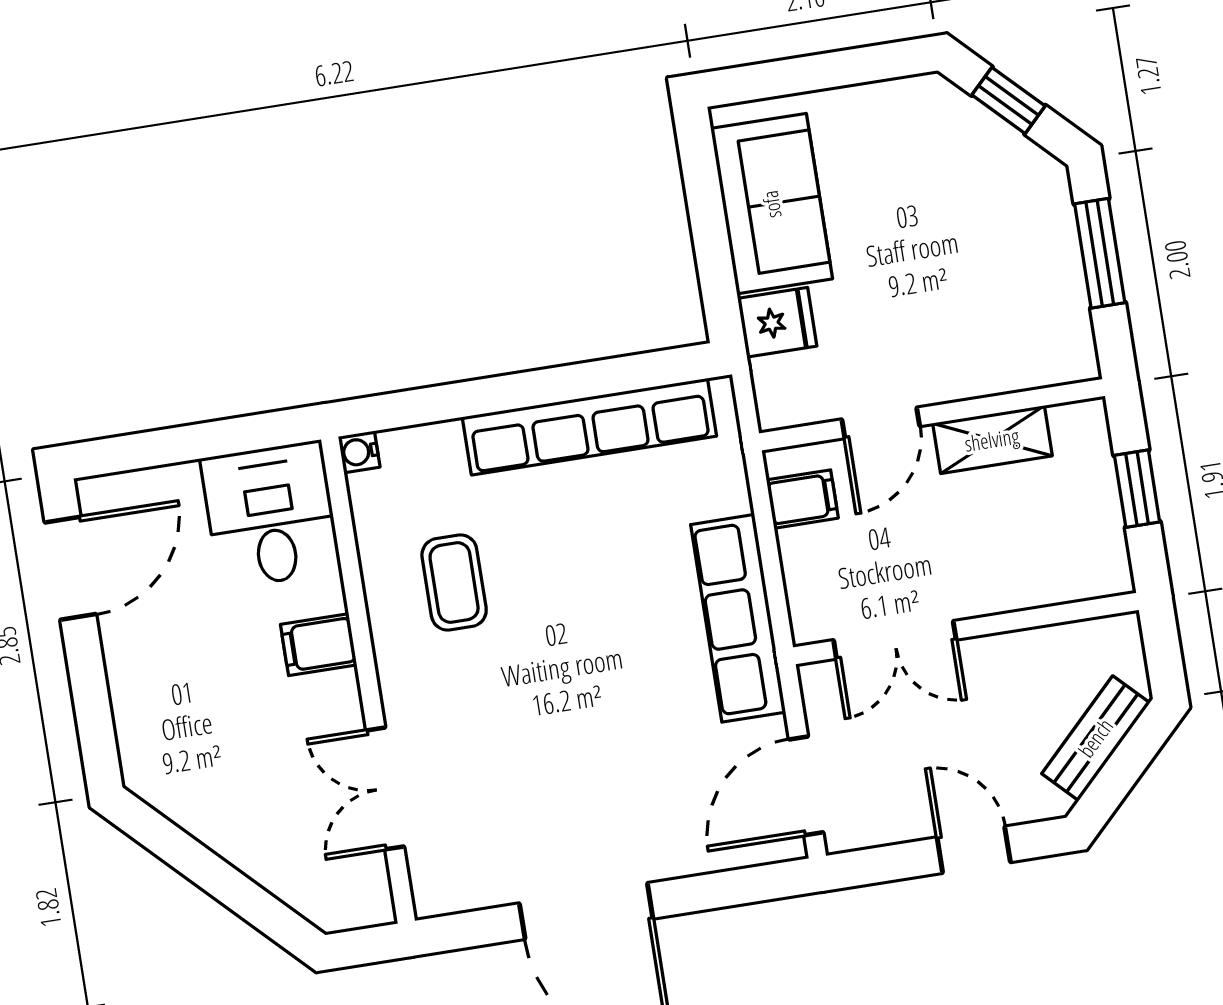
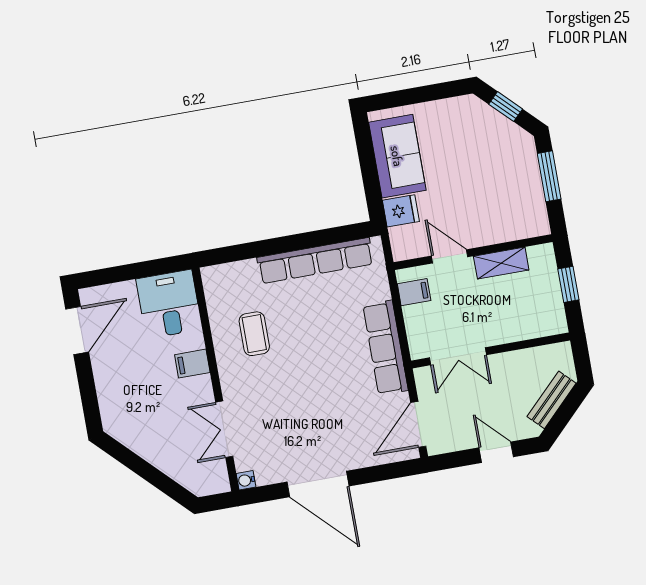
door: (881, 423) -> (450, 256), swing flipped
water cooler: (359, 452) -> (246, 480), moved

